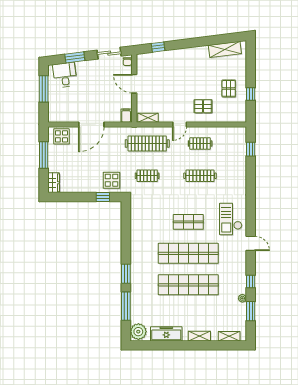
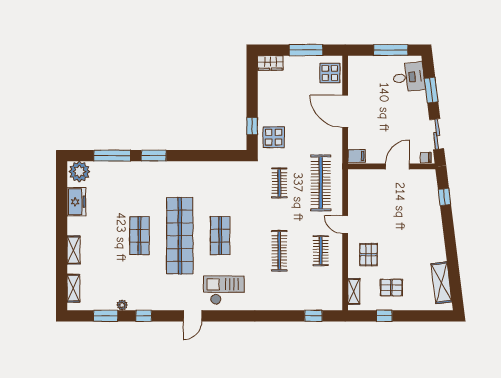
shelving: (148, 118) -> (354, 291), moved
shop shelf: (188, 285) -> (139, 236), width x0.50, depth x0.74
freezer: (166, 334) -> (76, 202), width x0.71

